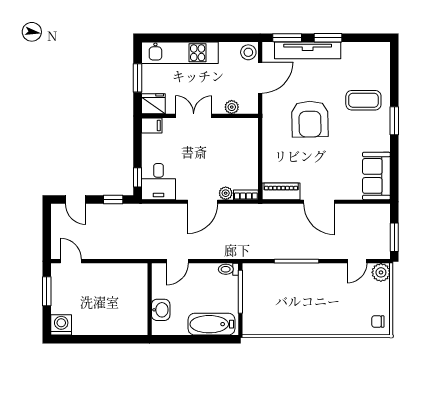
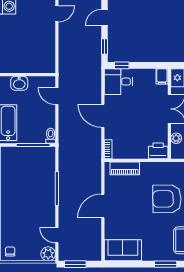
printer: (248, 130) -> (158, 151), added
piano: (281, 191) -> (125, 168), moved, turned 90
plant: (226, 193) -> (109, 134), removed

